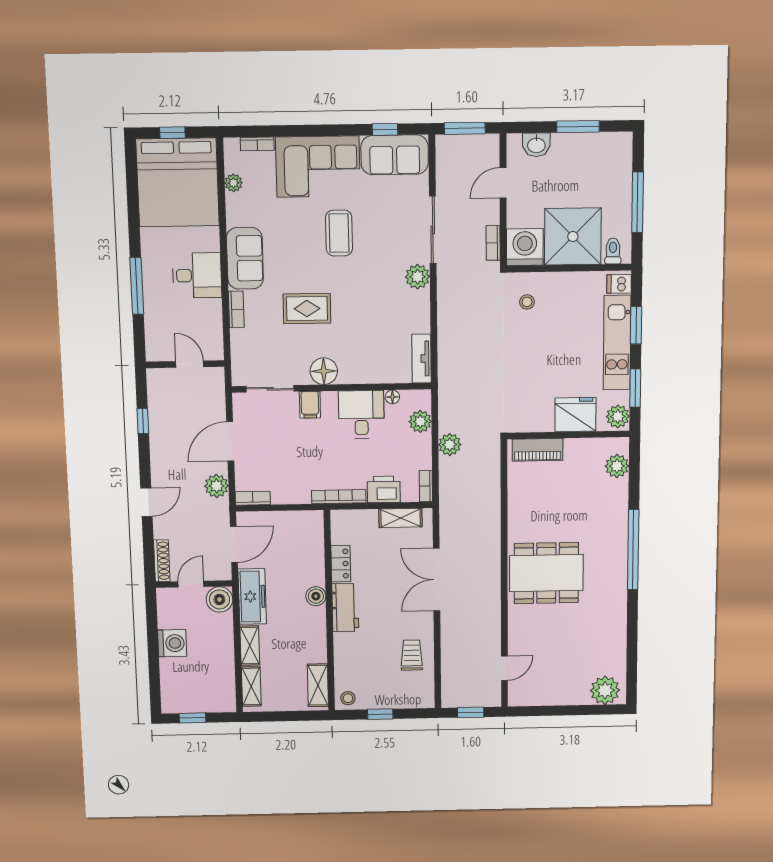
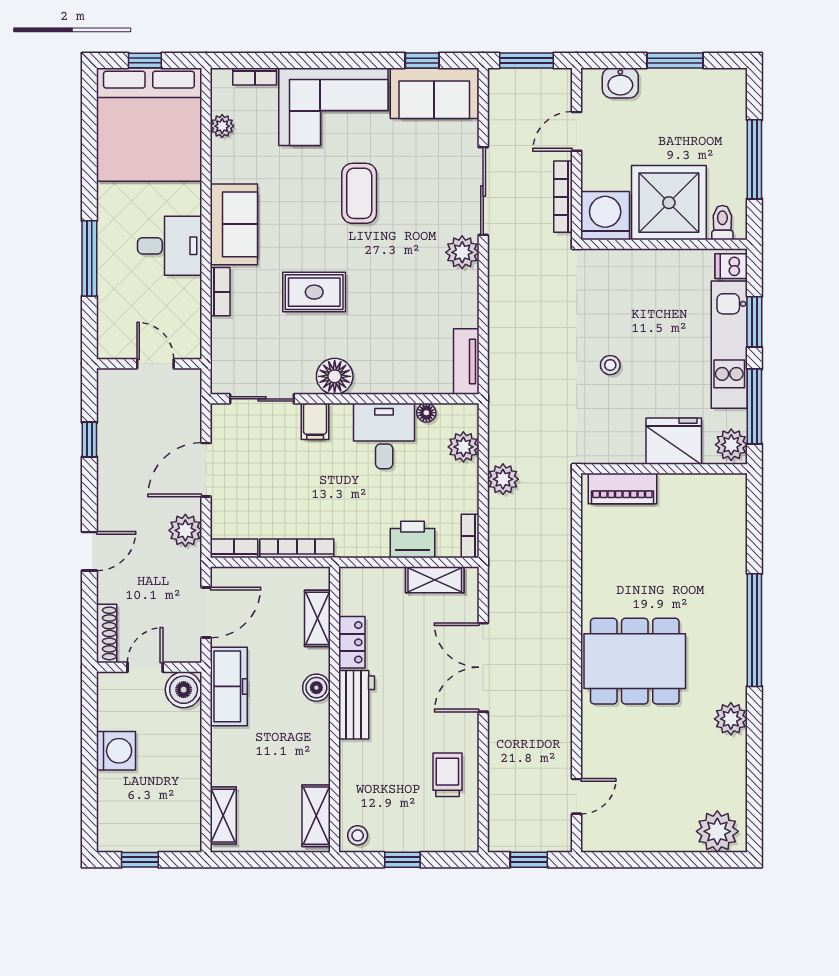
bookcase: (493, 243) -> (563, 197), width x1.56
stool: (527, 302) -> (610, 365), moved
window: (635, 388) -> (754, 406), width x1.44
plant: (617, 466) -> (731, 719), moved
bookcase: (339, 497) -> (297, 548), moved
shelving: (250, 646) -> (317, 618), moved

